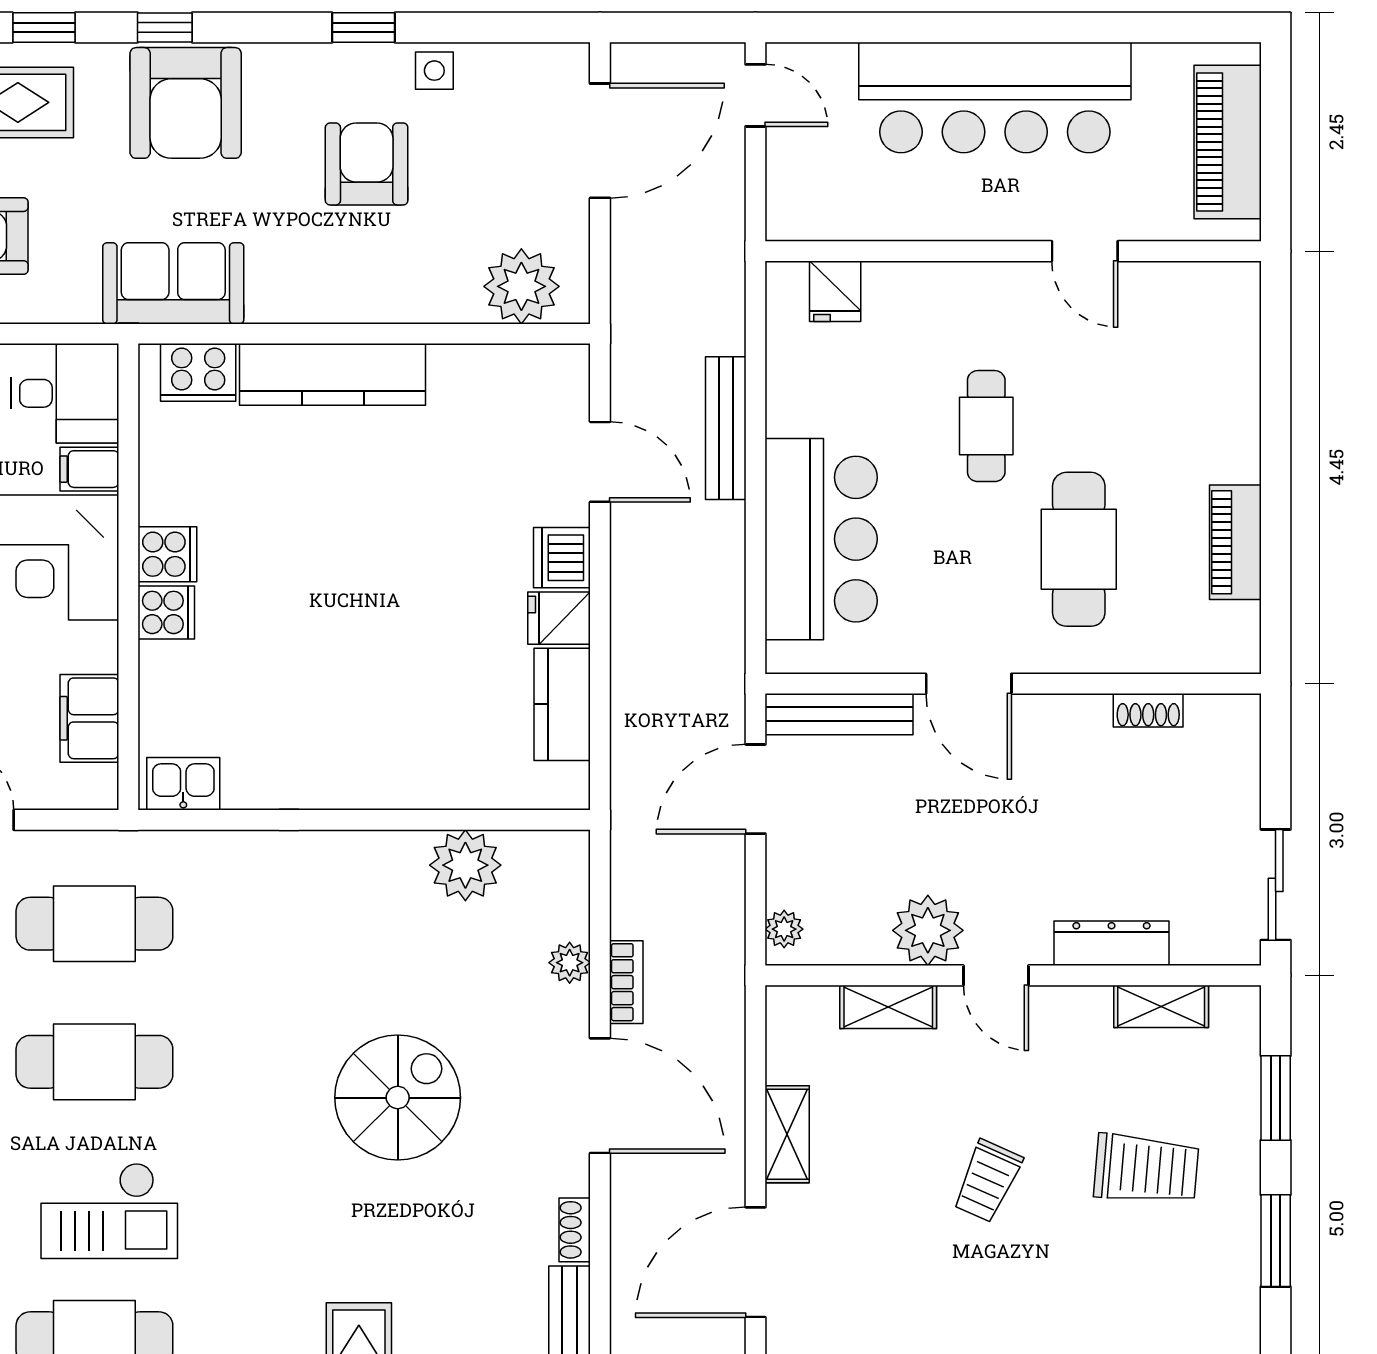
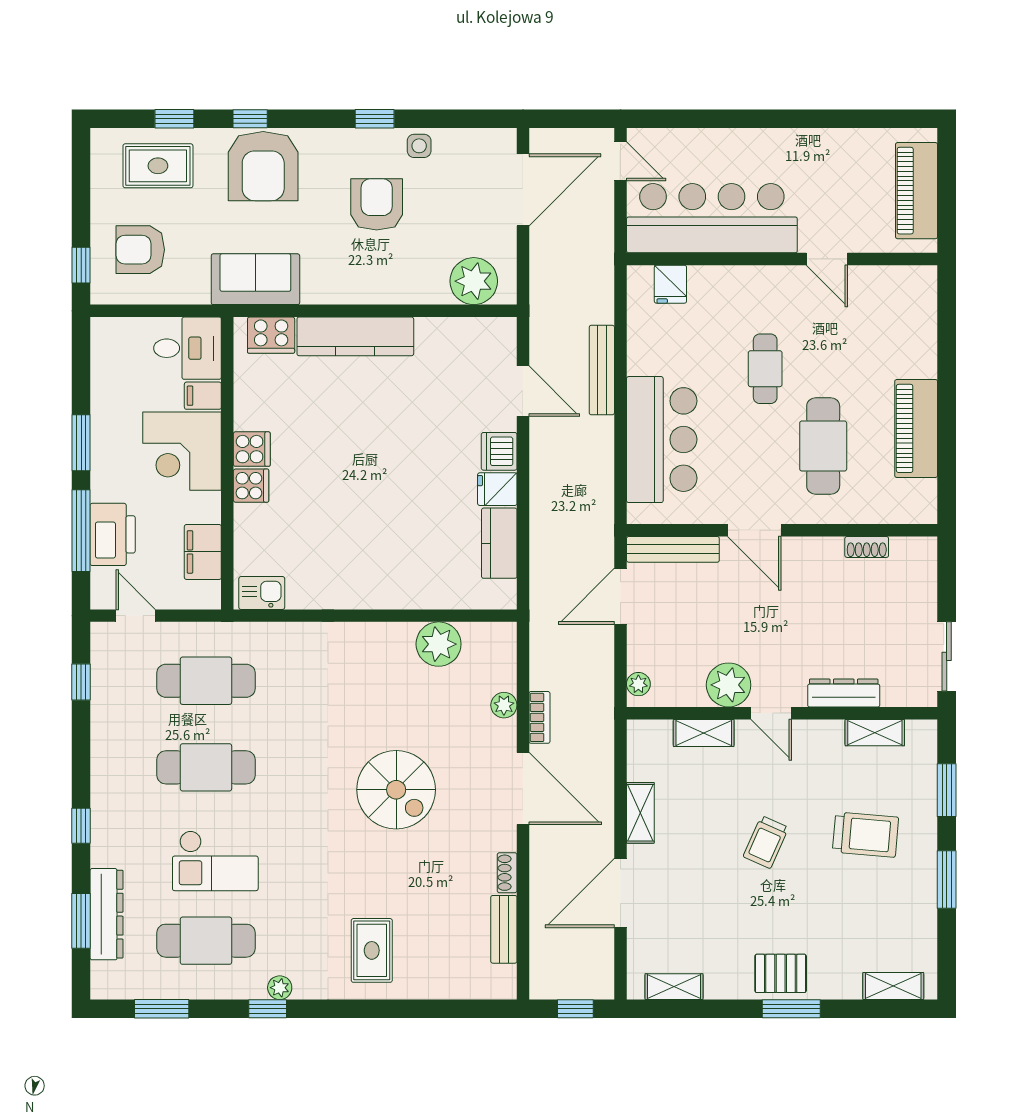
bar counter: (995, 98) -> (712, 218), moved, turned 180
piano: (1235, 542) -> (916, 428), width x1.37, depth x1.33
spiral stairs: (398, 1098) -> (396, 790), turned 90

